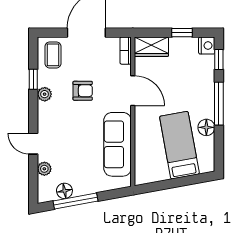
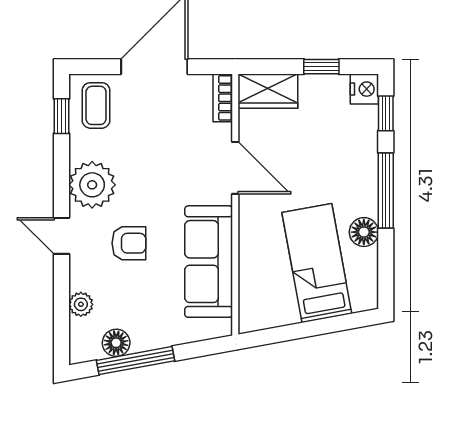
window: (33, 79) -> (62, 116), moved
armchair: (83, 91) -> (129, 243), moved
plant: (45, 94) -> (92, 185), width x1.87, depth x1.87
door: (33, 144) -> (62, 236), moved

